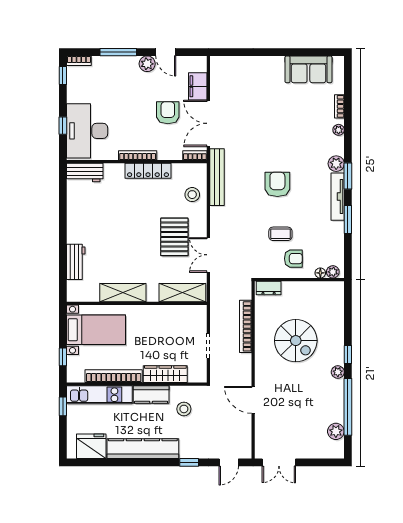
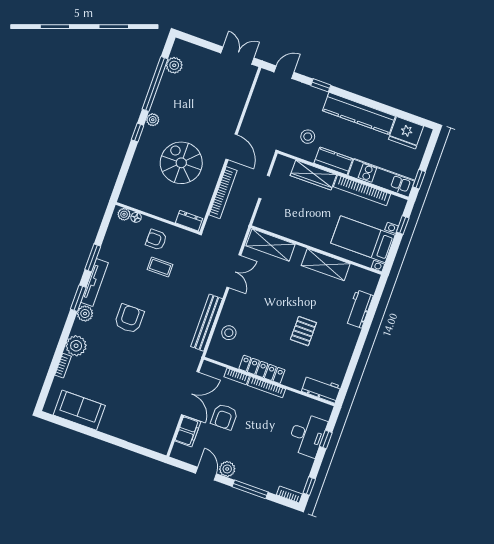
plant: (339, 130) -> (76, 346), width x1.87, depth x1.87
desk: (87, 131) -> (307, 435), width x0.73, depth x0.77
bookcase: (195, 155) -> (237, 376), moved
bench: (217, 177) -> (207, 323), moved
armchair: (277, 184) -> (129, 319), moved, turned 180
pallet: (174, 237) -> (303, 331), moved, width x0.67, depth x0.71
door: (253, 400) -> (232, 147), moved

